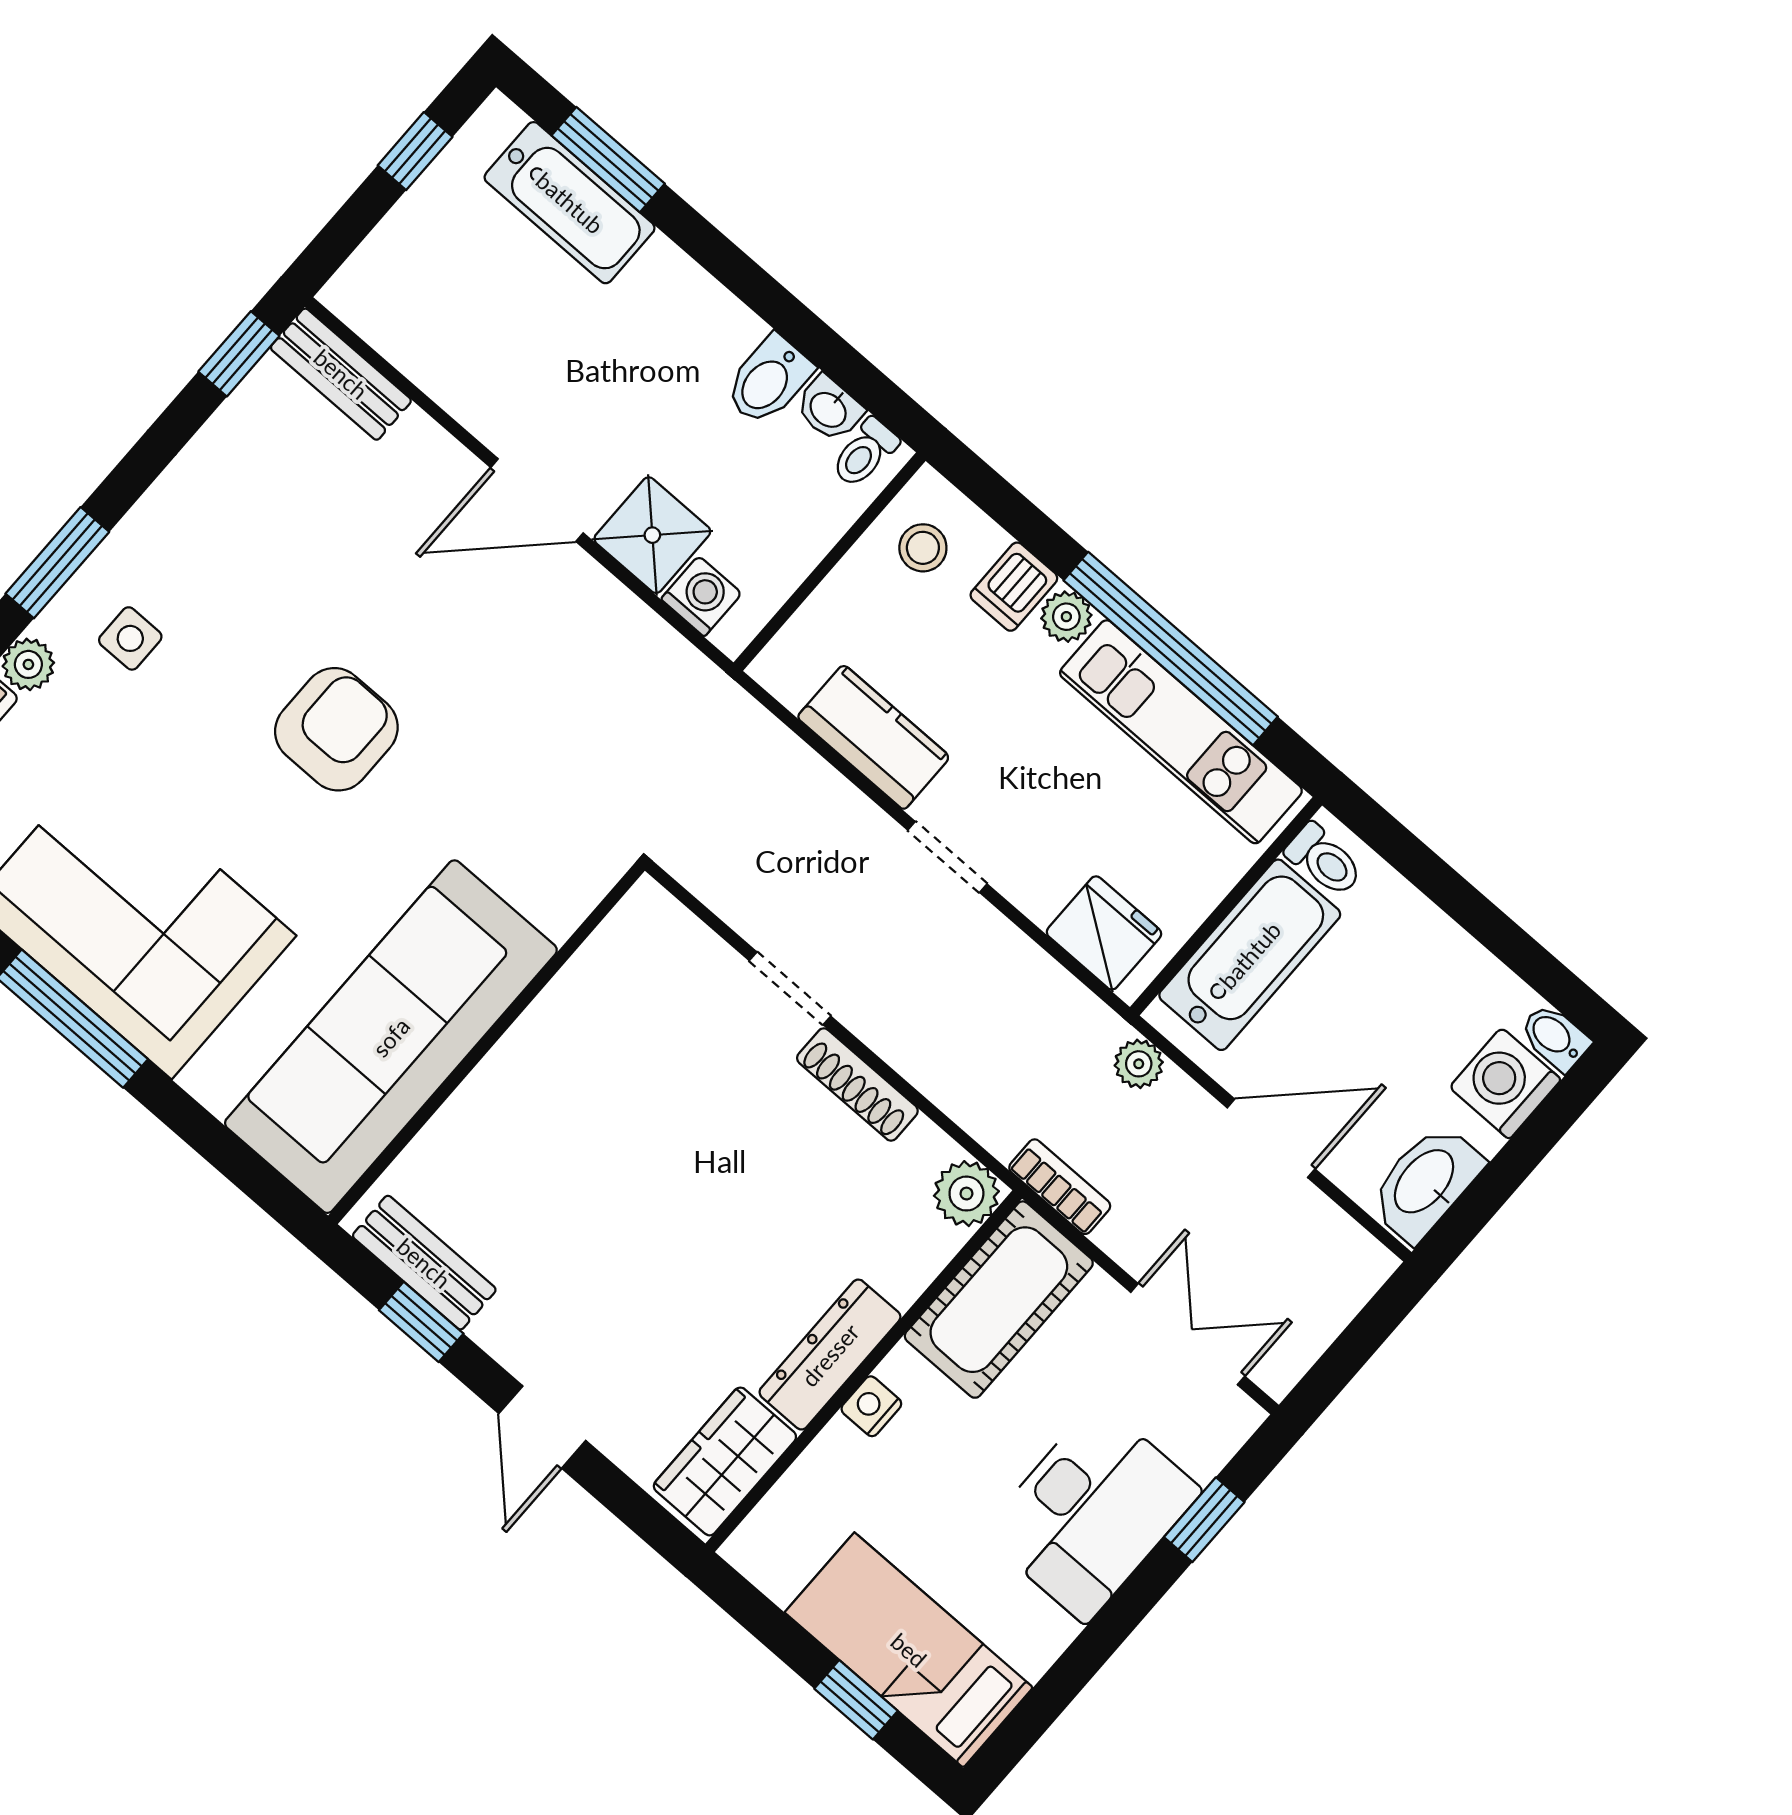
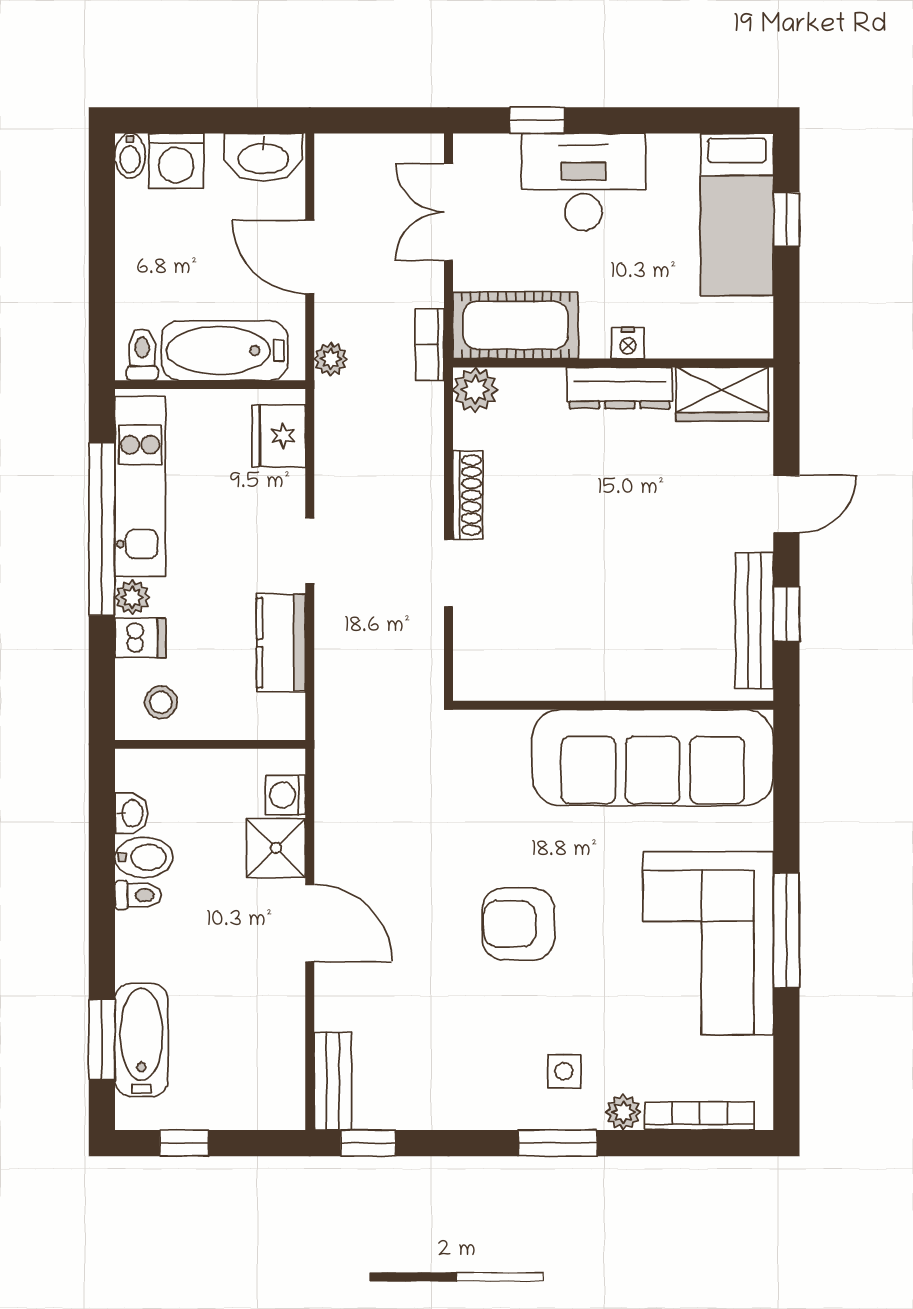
toilet: (865, 453) -> (138, 895), moved
bench: (424, 1263) -> (754, 621), width x1.36

